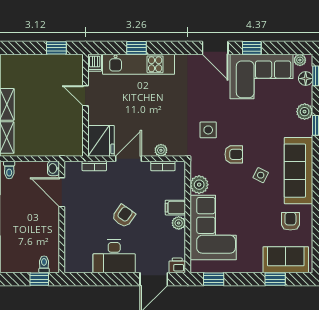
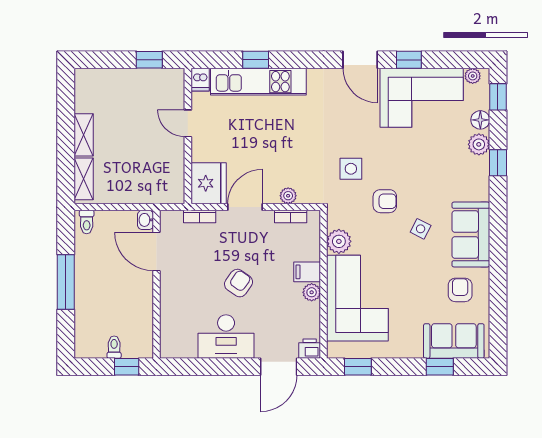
floor lamp: (306, 79) -> (480, 120), moved
sofa: (299, 171) -> (471, 235), width x0.73
toilet: (44, 264) -> (114, 347), moved

